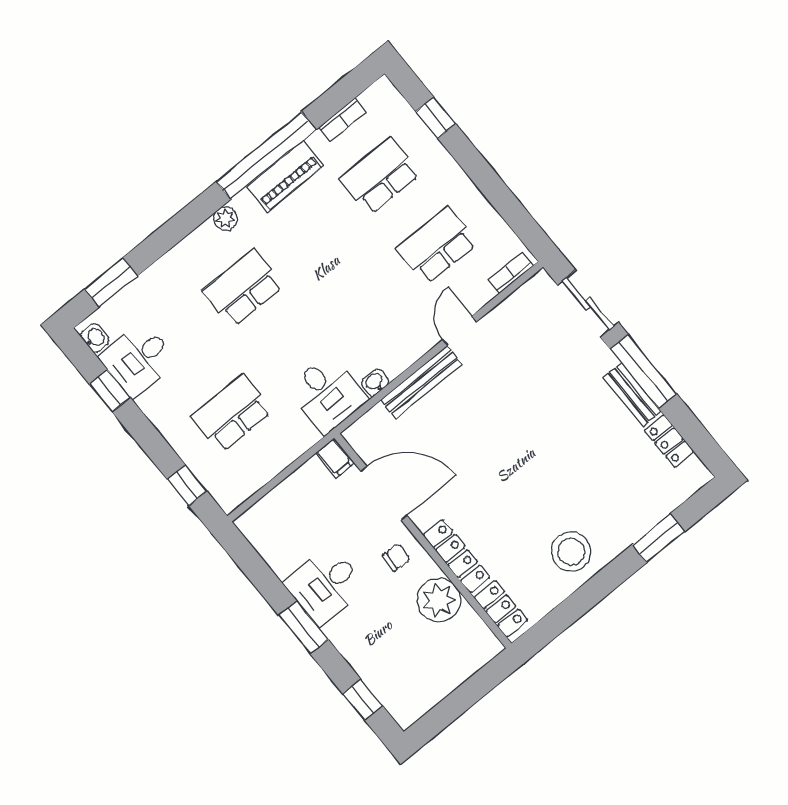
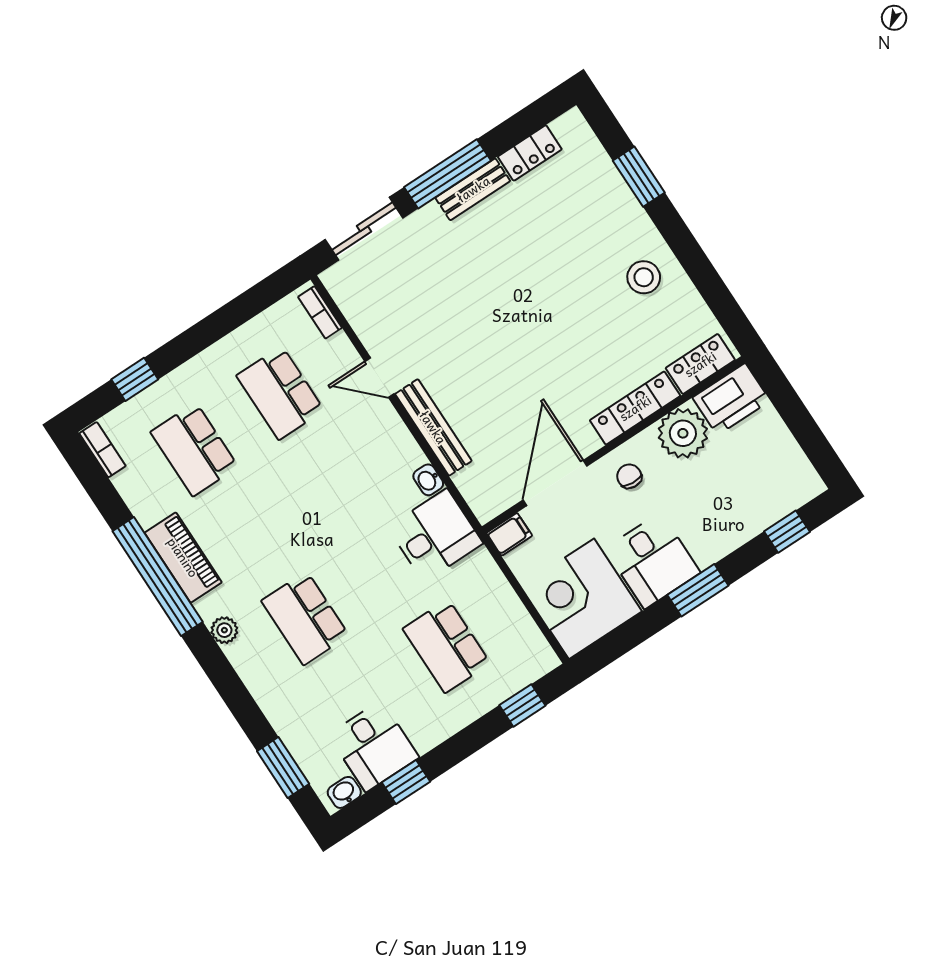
bookcase: (343, 120) -> (103, 450), moved
corner desk: (285, 527) -> (582, 599), added
stool: (571, 552) -> (644, 277), width x0.73, depth x0.73
printer: (473, 639) -> (731, 399), added

